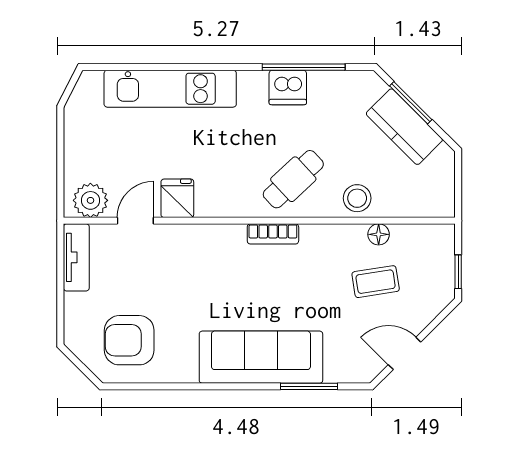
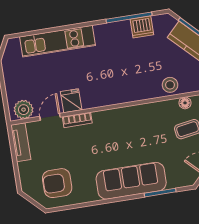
dishwasher: (288, 87) -> (142, 27), moved
cafe table: (293, 179) -> (133, 80), removed
bookcase: (273, 234) -> (77, 120), moved

